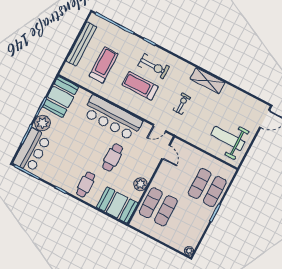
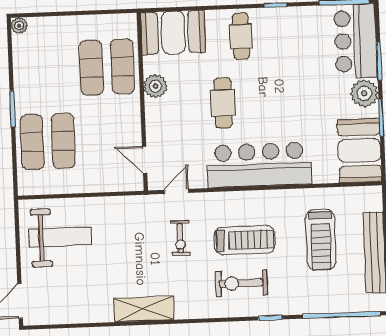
exercise bike: (182, 104) -> (180, 238), moved

